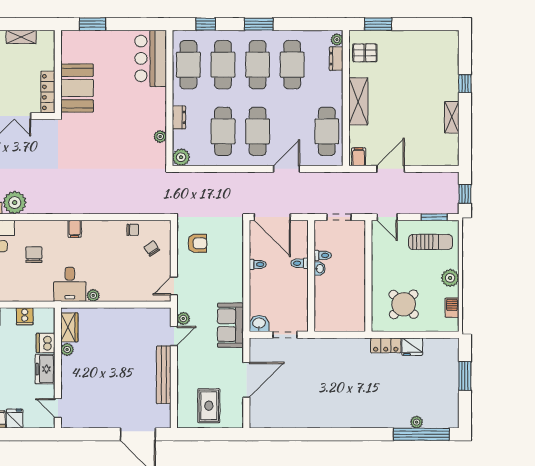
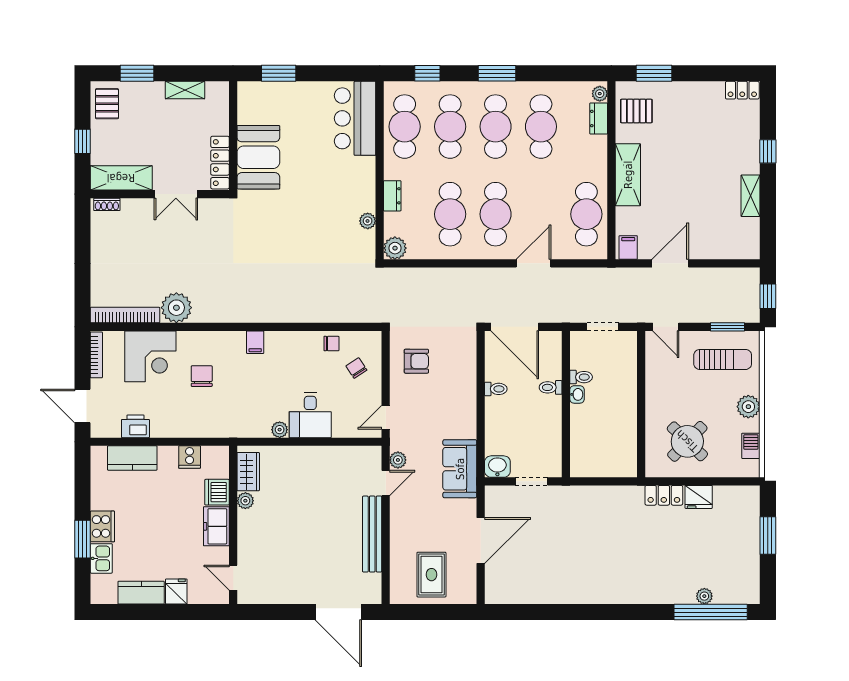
locker: (445, 37) -> (742, 90), added
desk: (70, 284) -> (310, 415), moved

